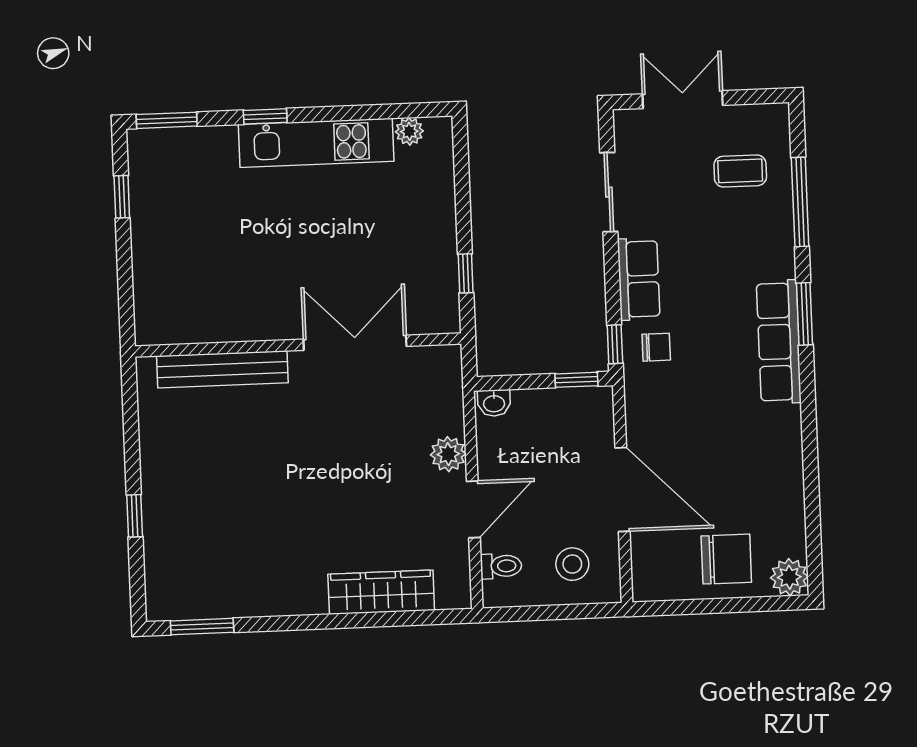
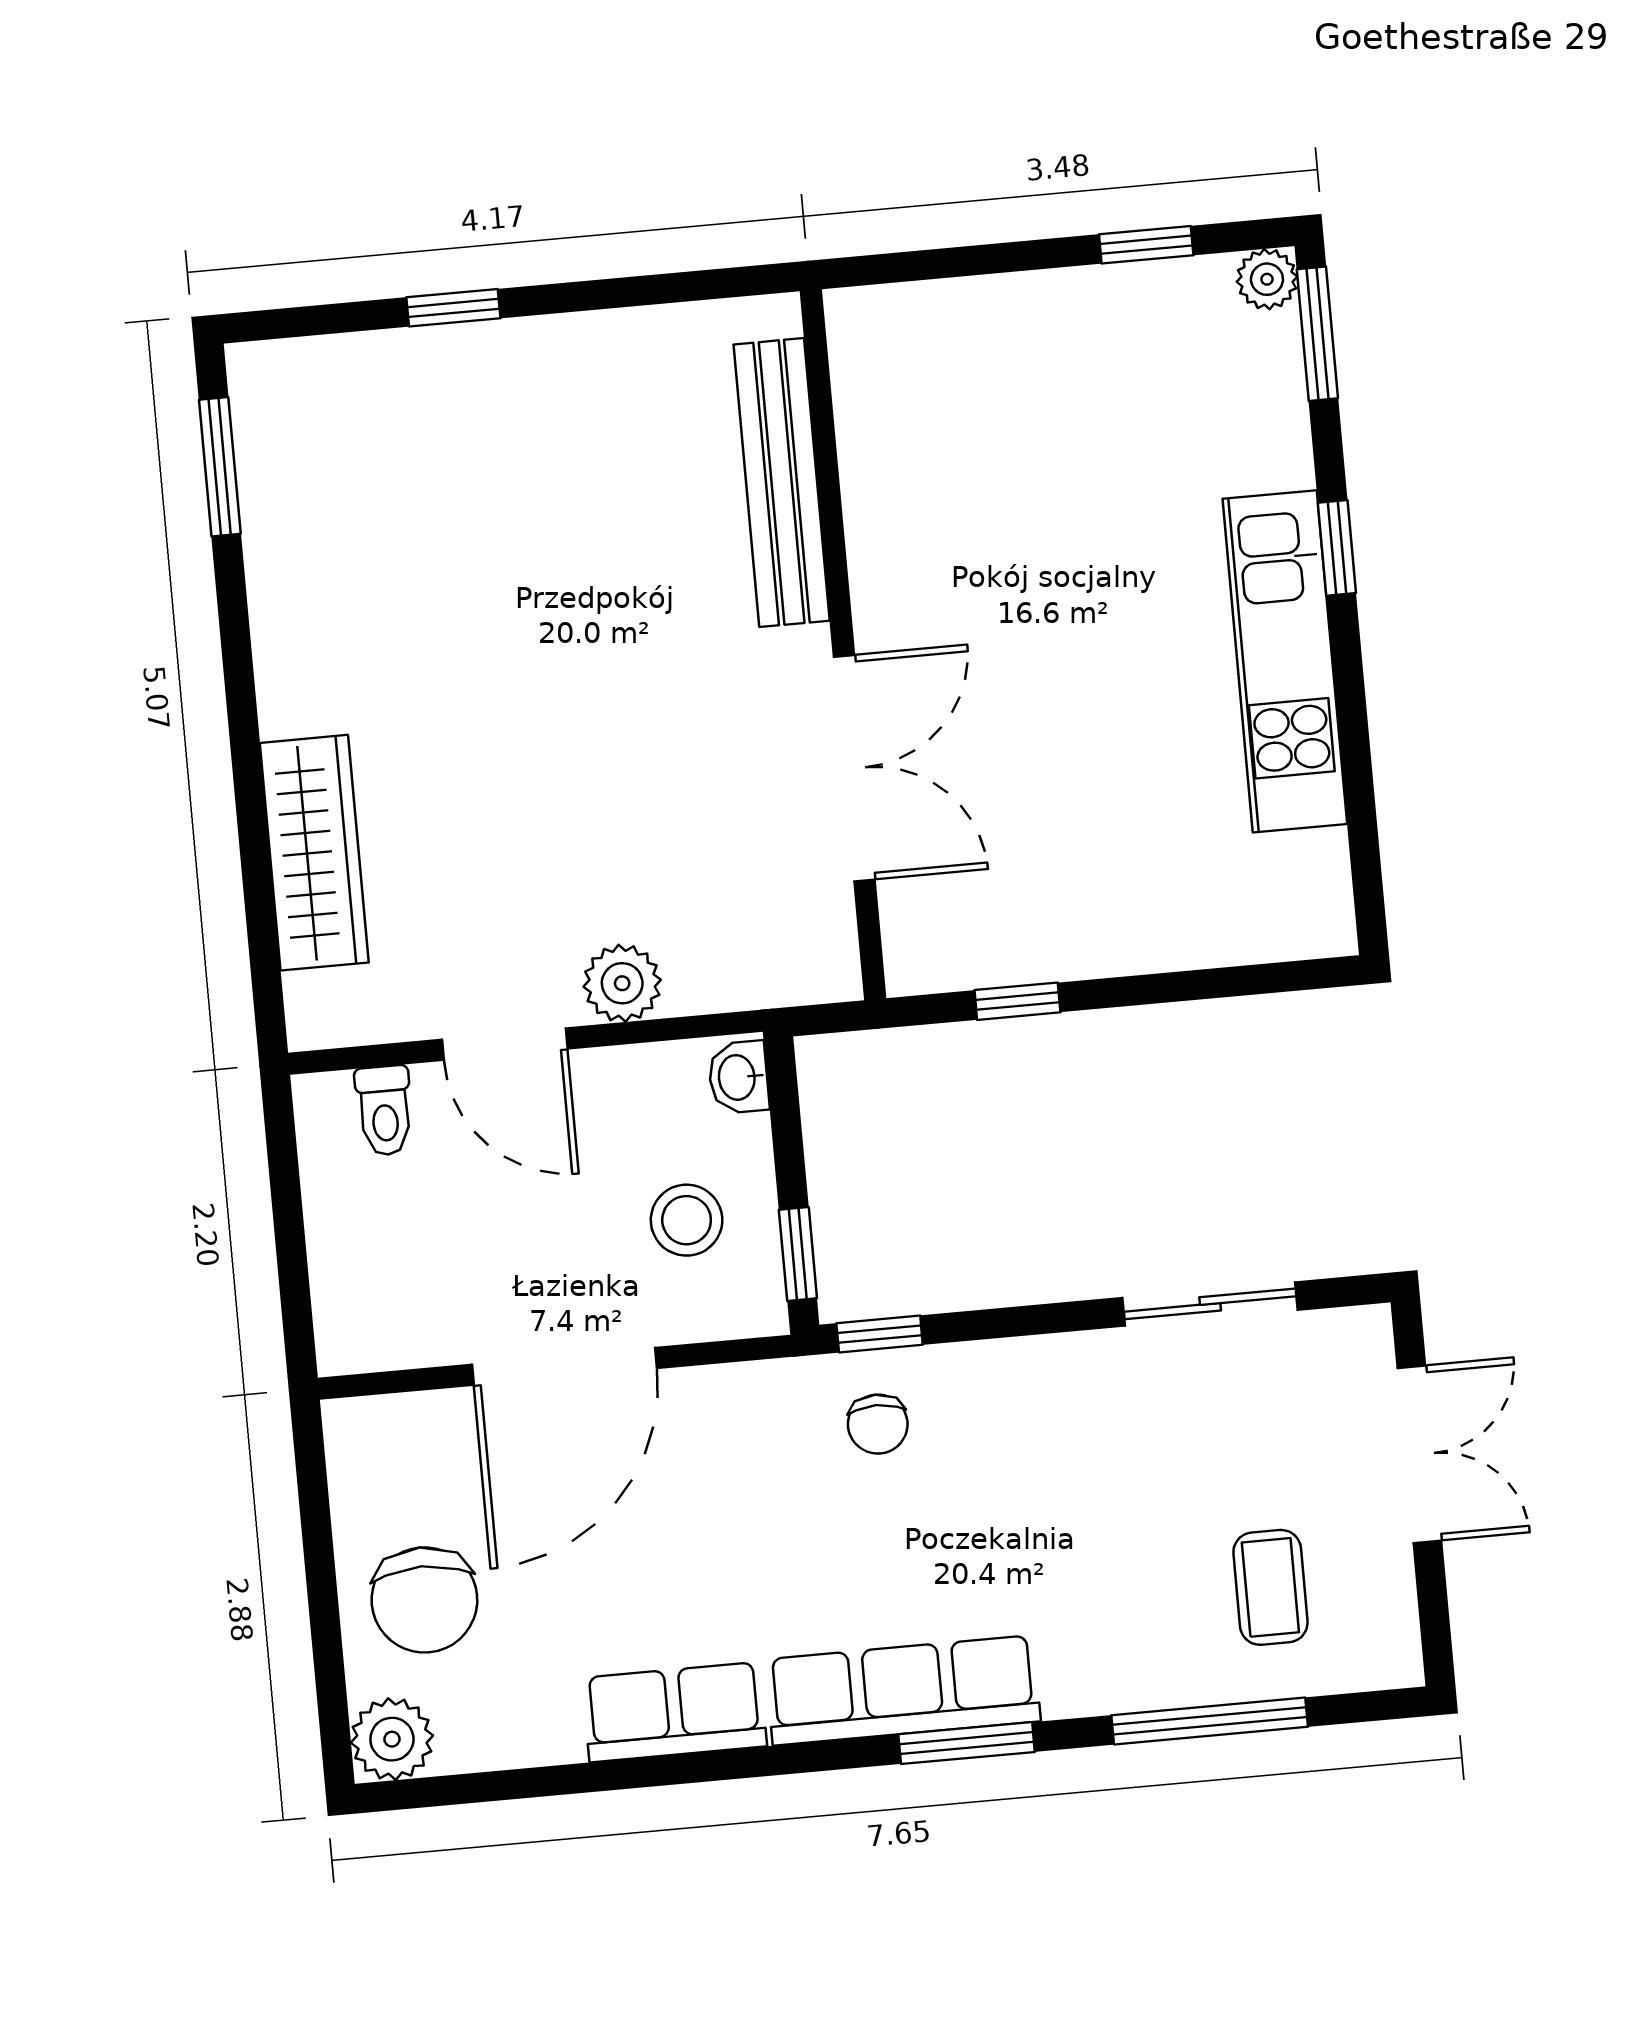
plant: (409, 131) -> (1267, 279), moved
row of seats: (639, 279) -> (674, 1712), moved, turned 180
stool: (572, 564) -> (687, 1220), moved

